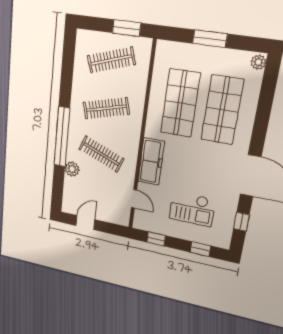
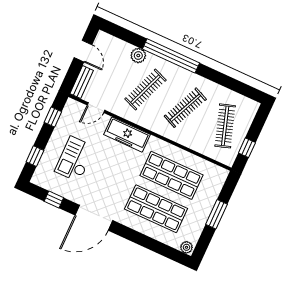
window: (126, 28) -> (247, 148), width x0.67
clothes rail: (106, 108) -> (185, 108), turned 39
bench: (114, 218) -> (82, 82), added

